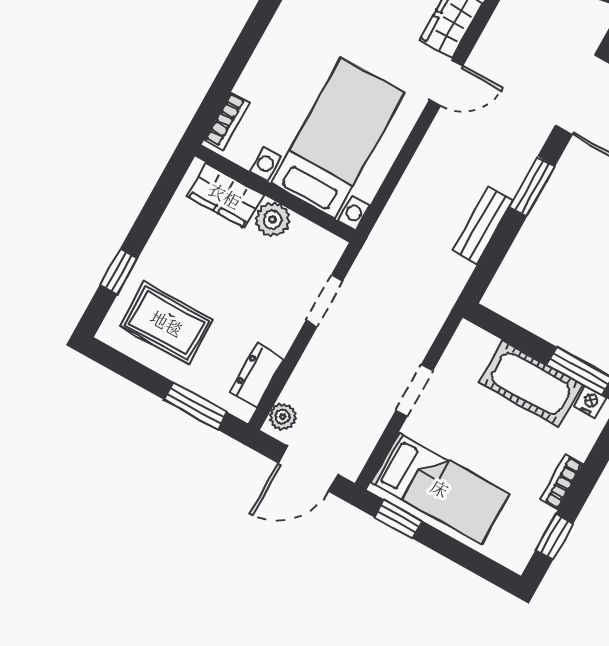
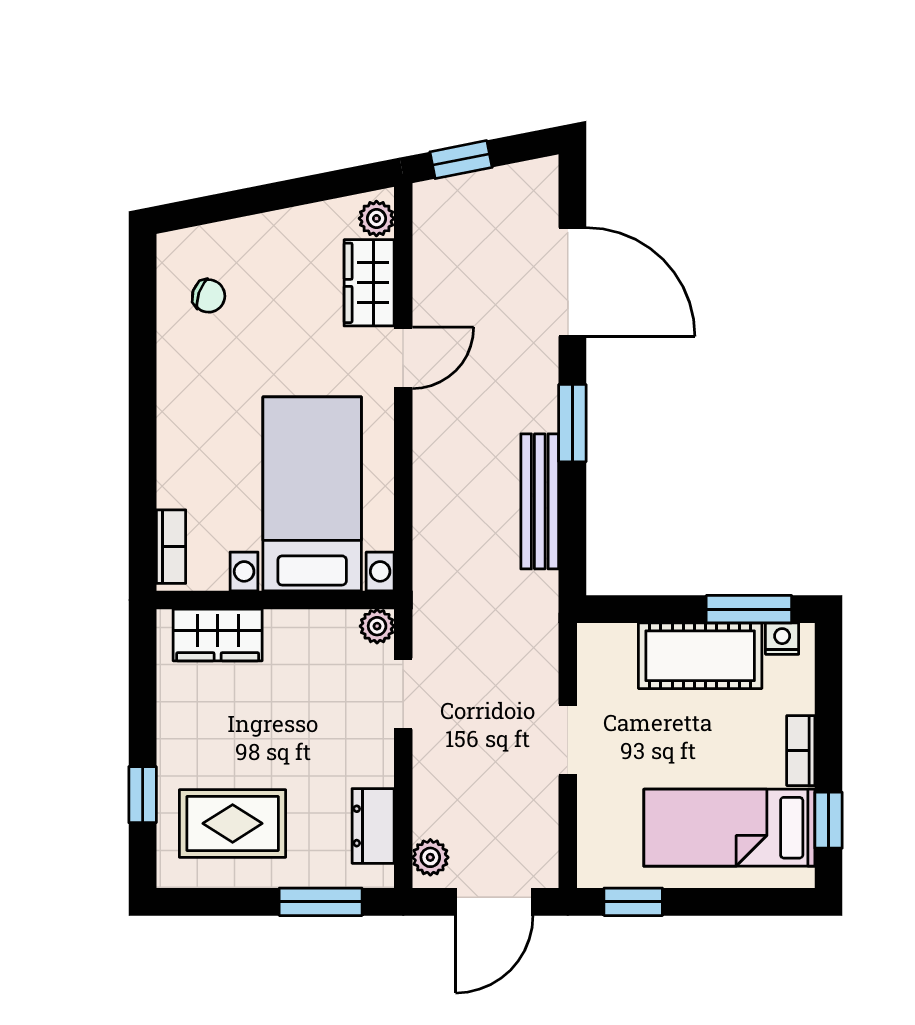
plant: (273, 220) -> (377, 626), moved, width x0.73, depth x0.73
bench: (483, 225) -> (540, 501), width x1.36
bed: (440, 488) -> (729, 828), moved, turned 180

